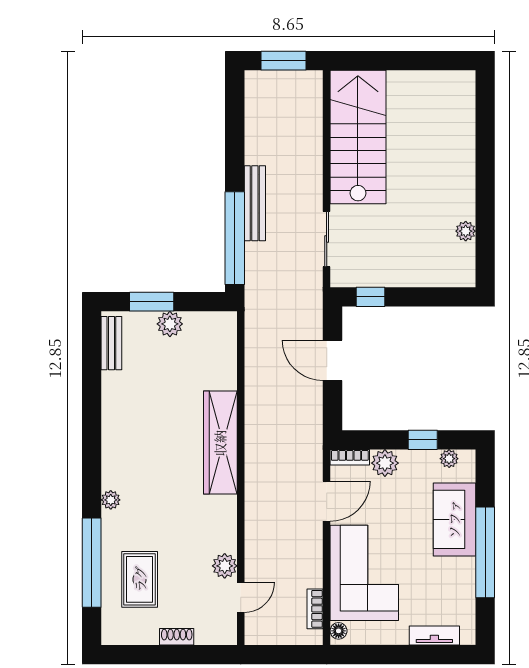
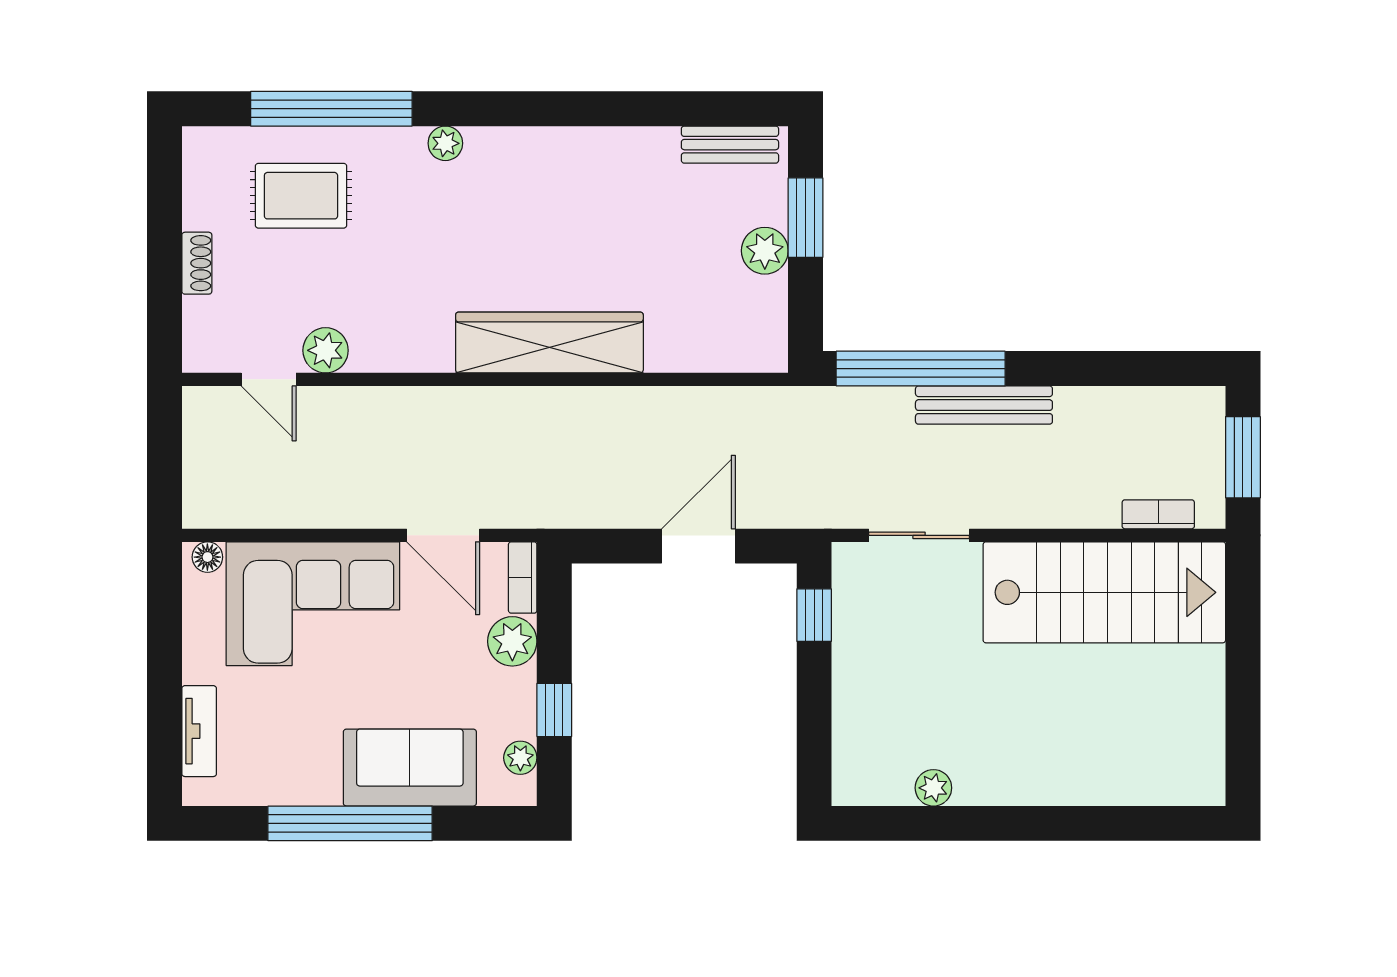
bookcase: (315, 609) -> (1158, 514), moved

